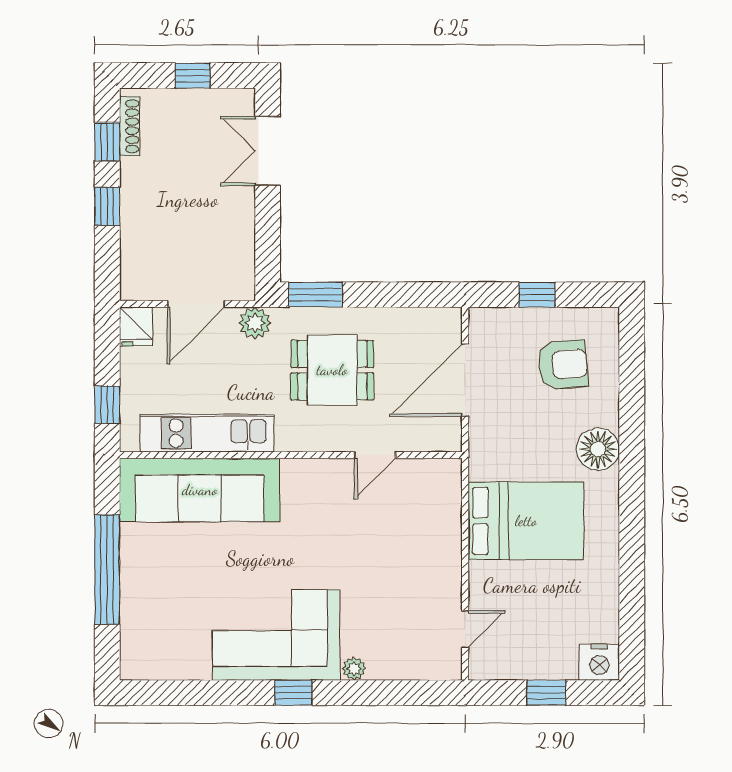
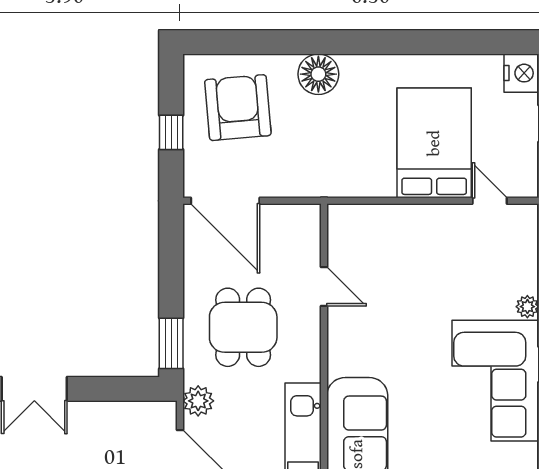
armchair: (563, 365) -> (238, 108), width x1.36, depth x1.36
door: (465, 380) -> (225, 201), moved
bed: (526, 521) -> (434, 143), moved

